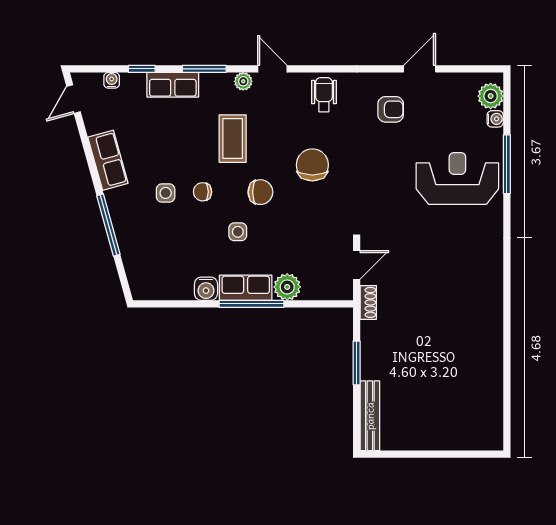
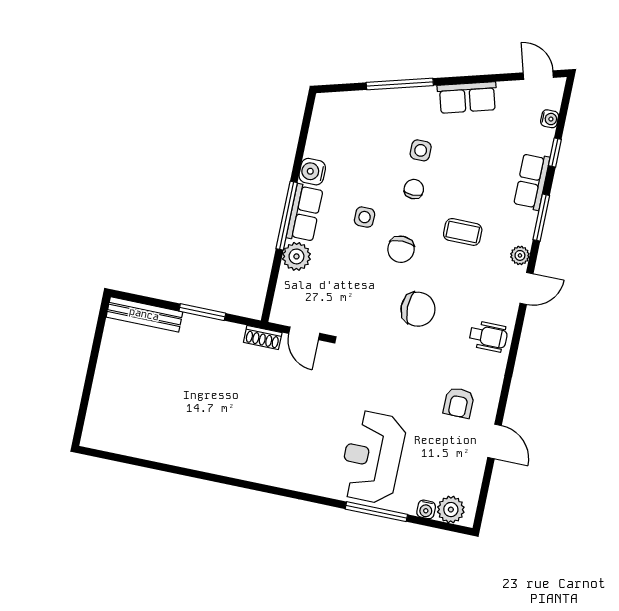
coffee table: (233, 139) -> (463, 232), width x0.73, depth x0.77
reception desk: (457, 178) -> (372, 457), turned 180

